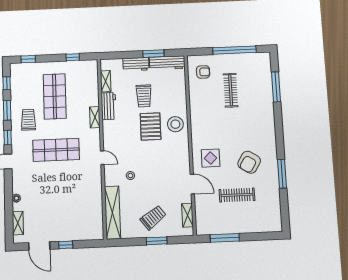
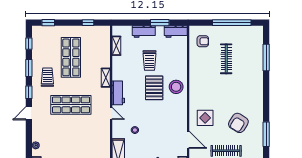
workbench: (167, 63) -> (176, 32), width x0.73
workbench: (109, 106) -> (118, 93), moved

